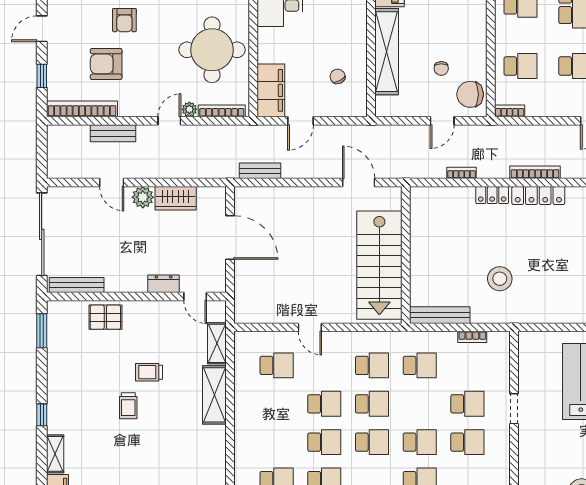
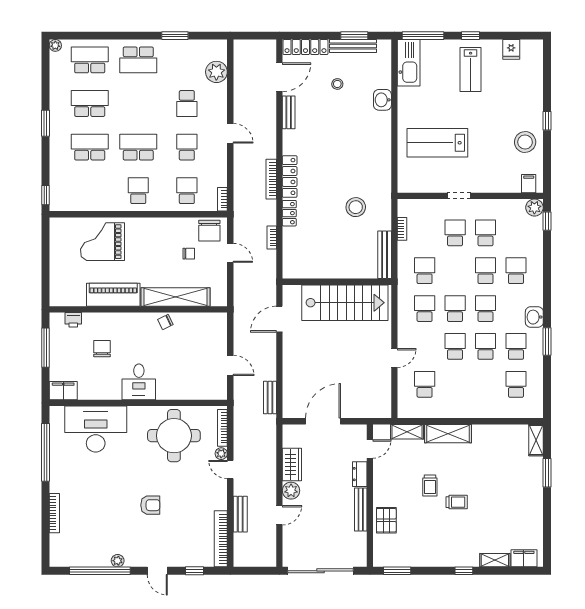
armchair: (106, 64) -> (185, 520), removed
chair: (338, 76) -> (165, 322), moved
filing cabinet: (271, 90) -> (206, 389), removed
bench: (77, 285) -> (361, 509), moved

